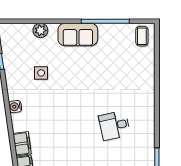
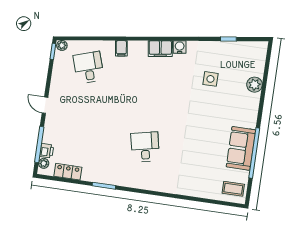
sofa: (78, 34) -> (241, 148), moved
filing cabinet: (22, 144) -> (160, 49), moved

